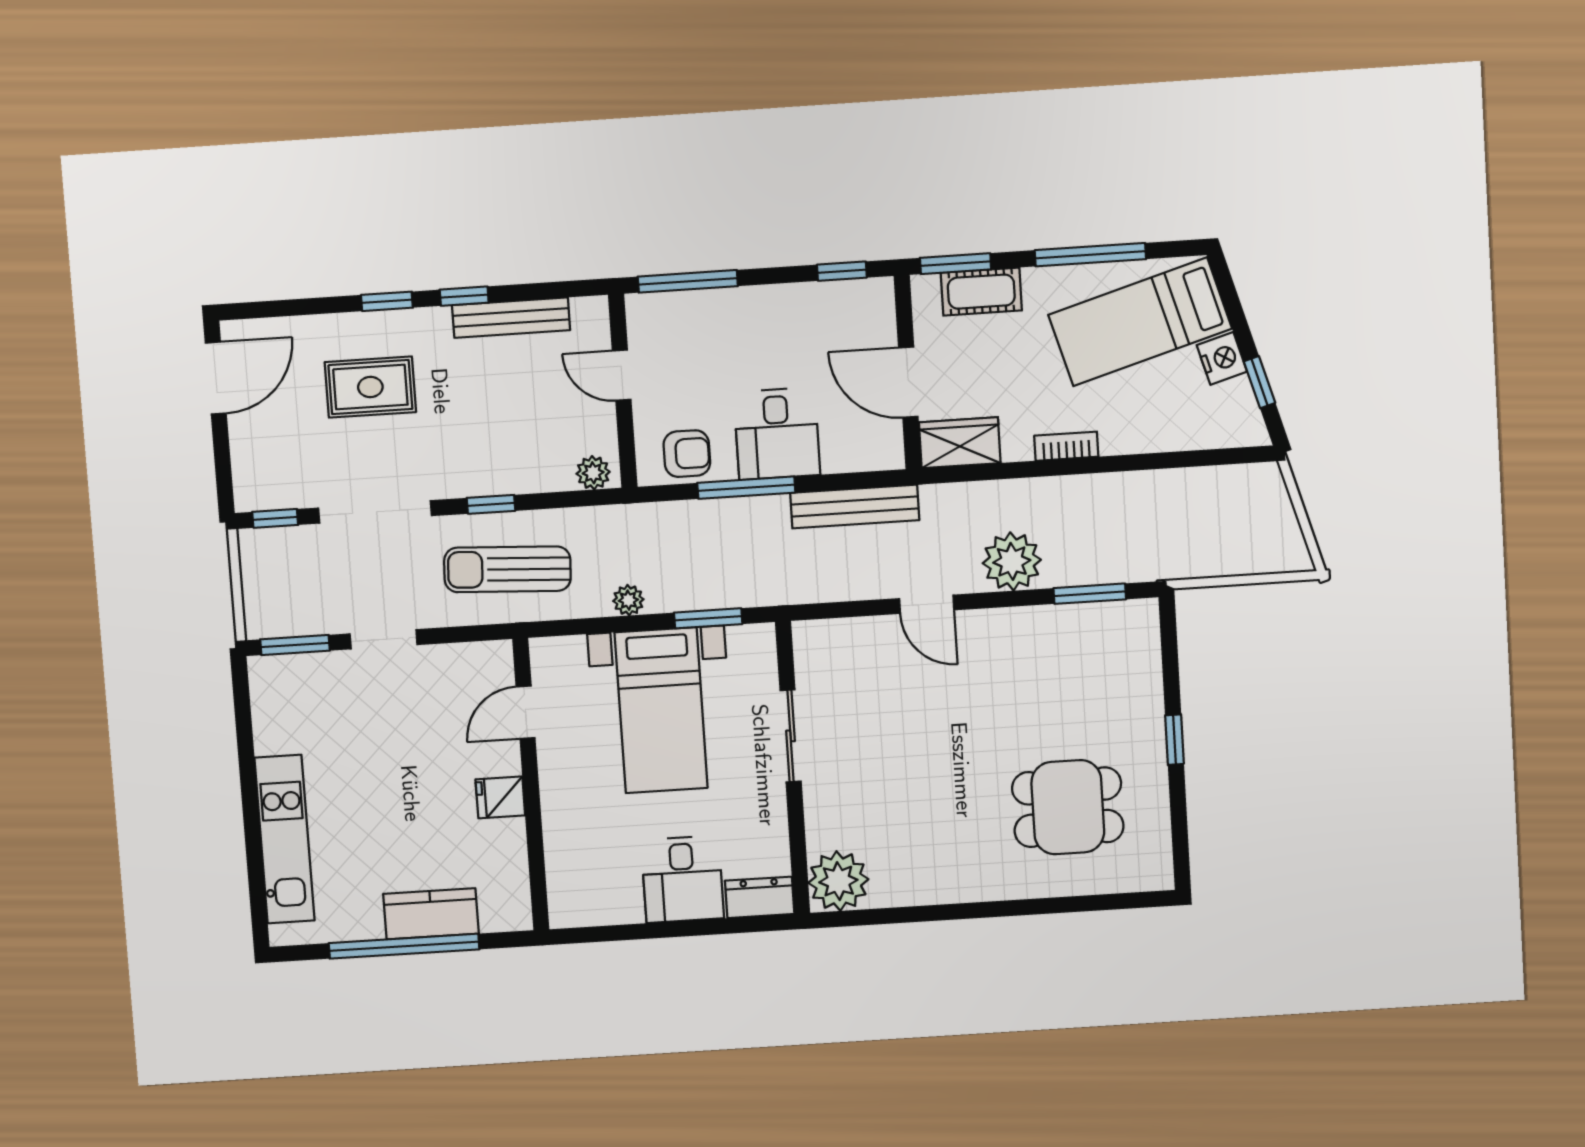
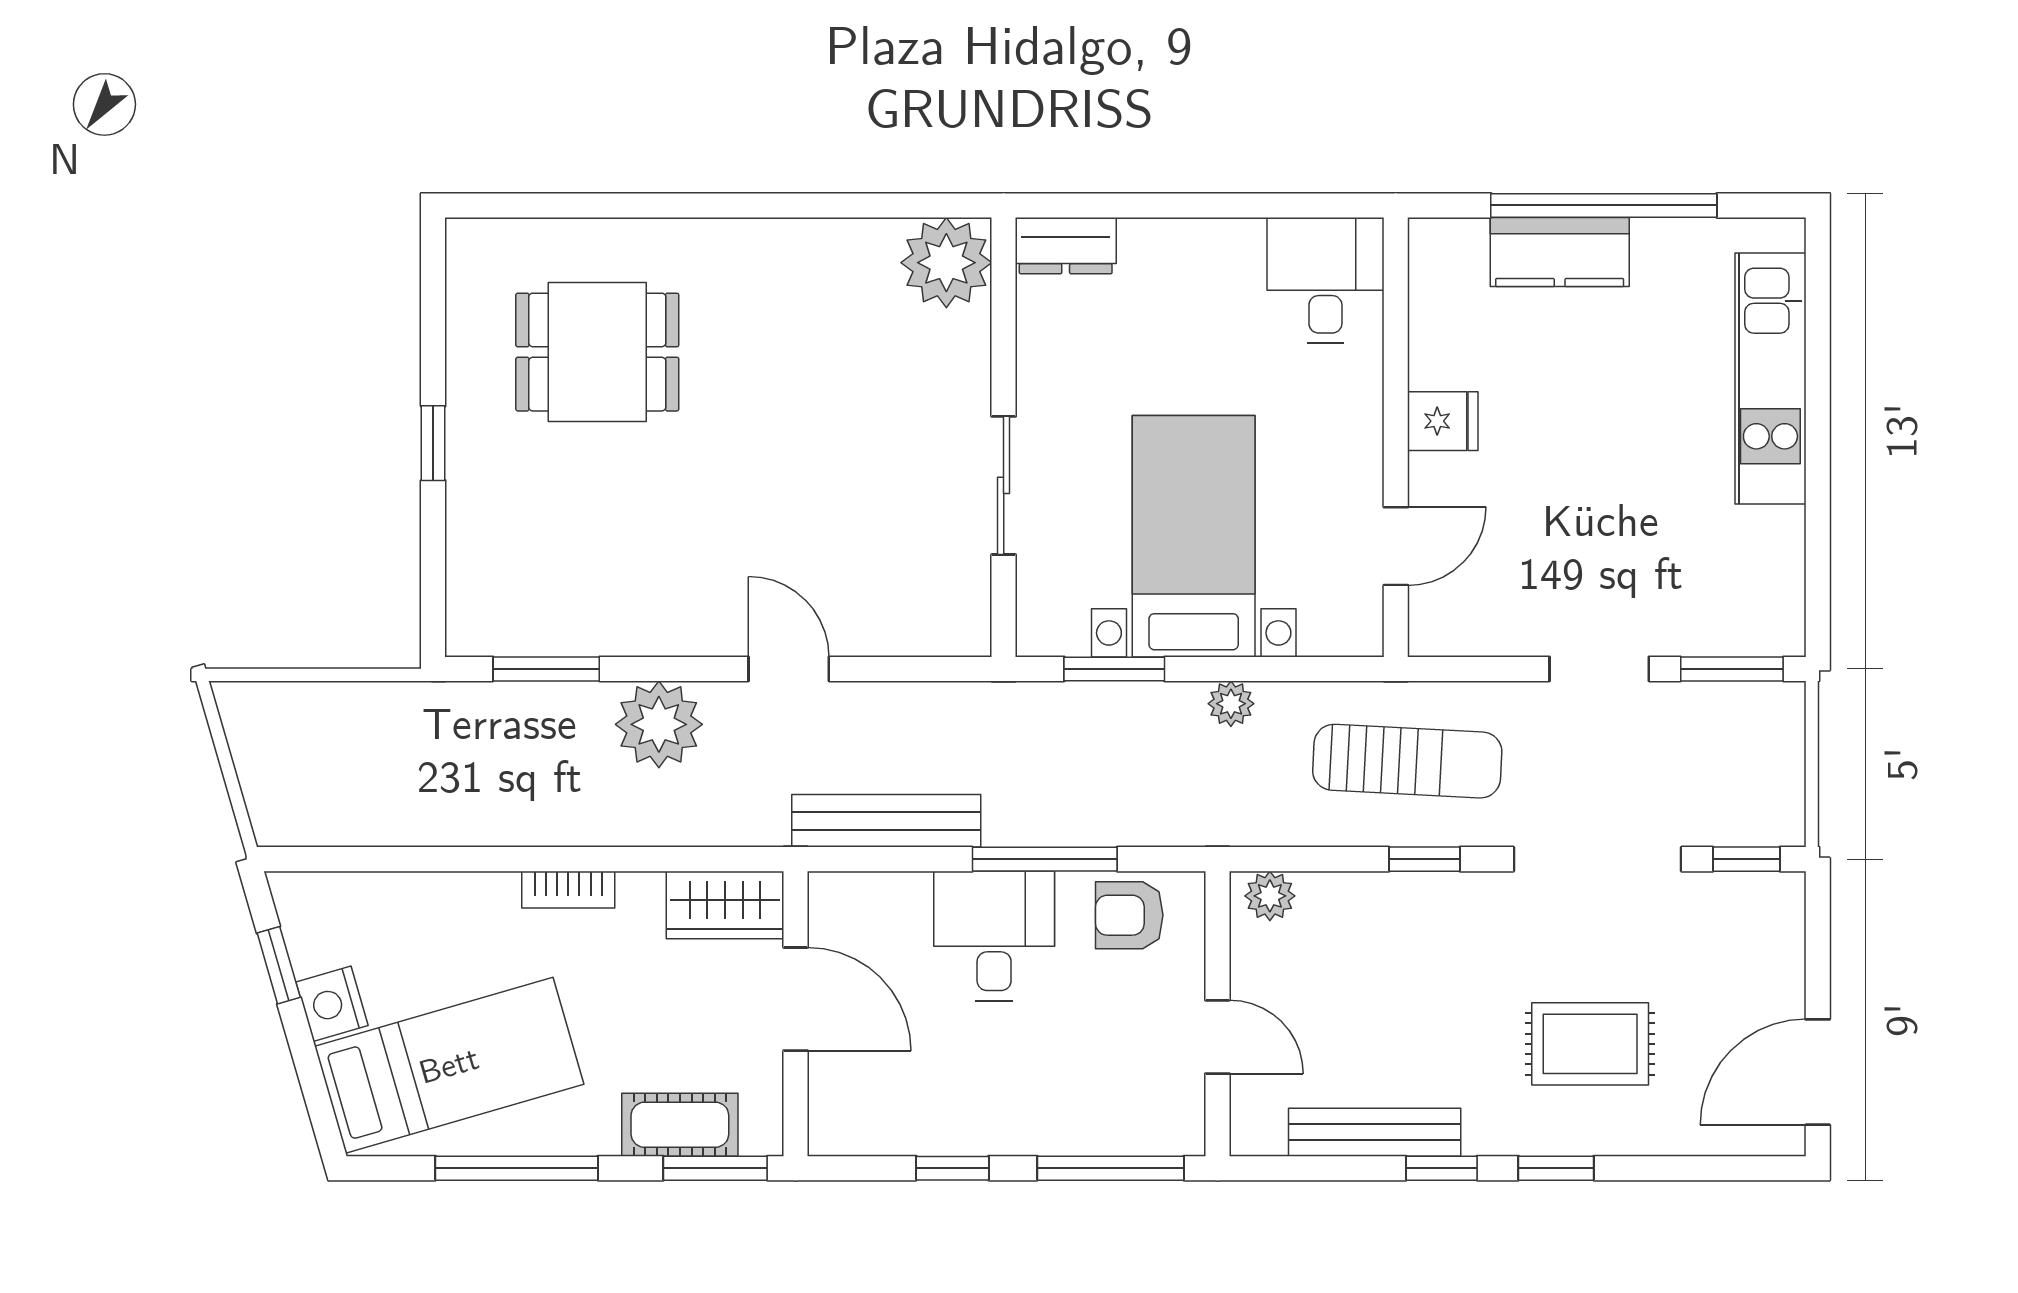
window: (842, 271) -> (952, 1168), moved
desk: (683, 879) -> (1325, 280), moved

